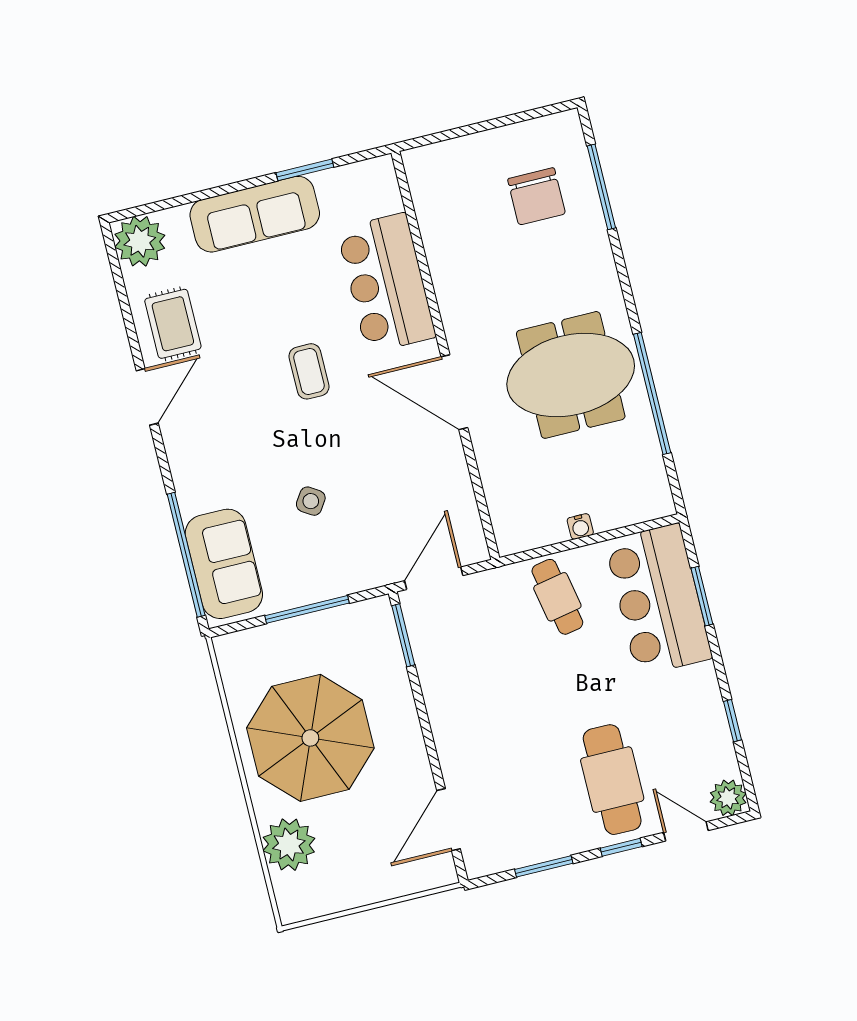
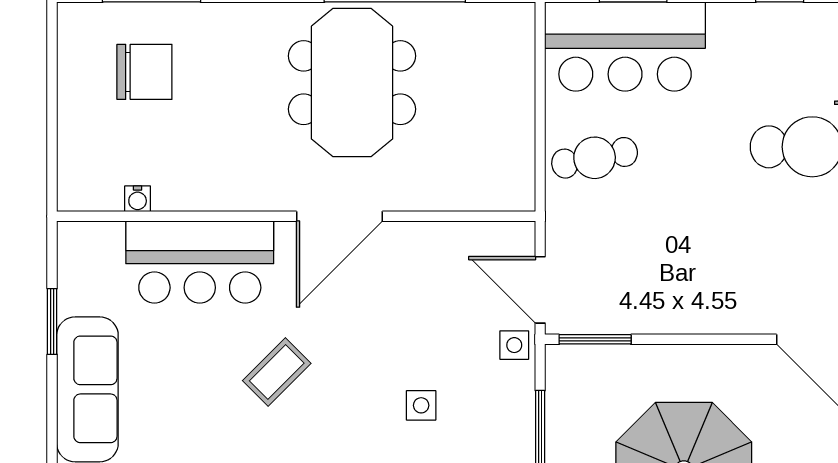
coffee table: (309, 371) -> (277, 372), turned -45
side table: (311, 501) -> (421, 405), turned -33
water cooler: (580, 526) -> (138, 199), moved, turned 90
side table: (381, 568) -> (514, 345), added

